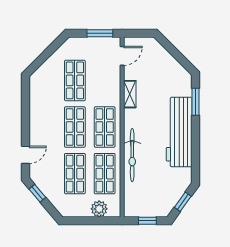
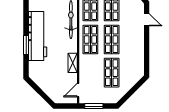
window: (195, 102) -> (26, 45), moved
door: (25, 155) -> (147, 20), swing flipped

